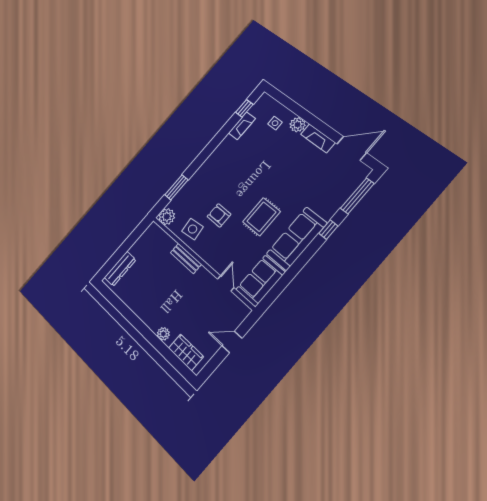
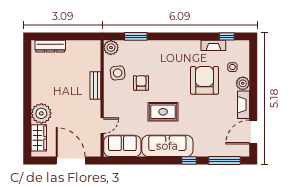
door: (352, 148) -> (253, 132), swing flipped
armchair: (265, 157) -> (205, 80), added
plant: (163, 334) -> (41, 113), width x1.88, depth x1.88
door: (232, 342) -> (71, 161), width x1.88

